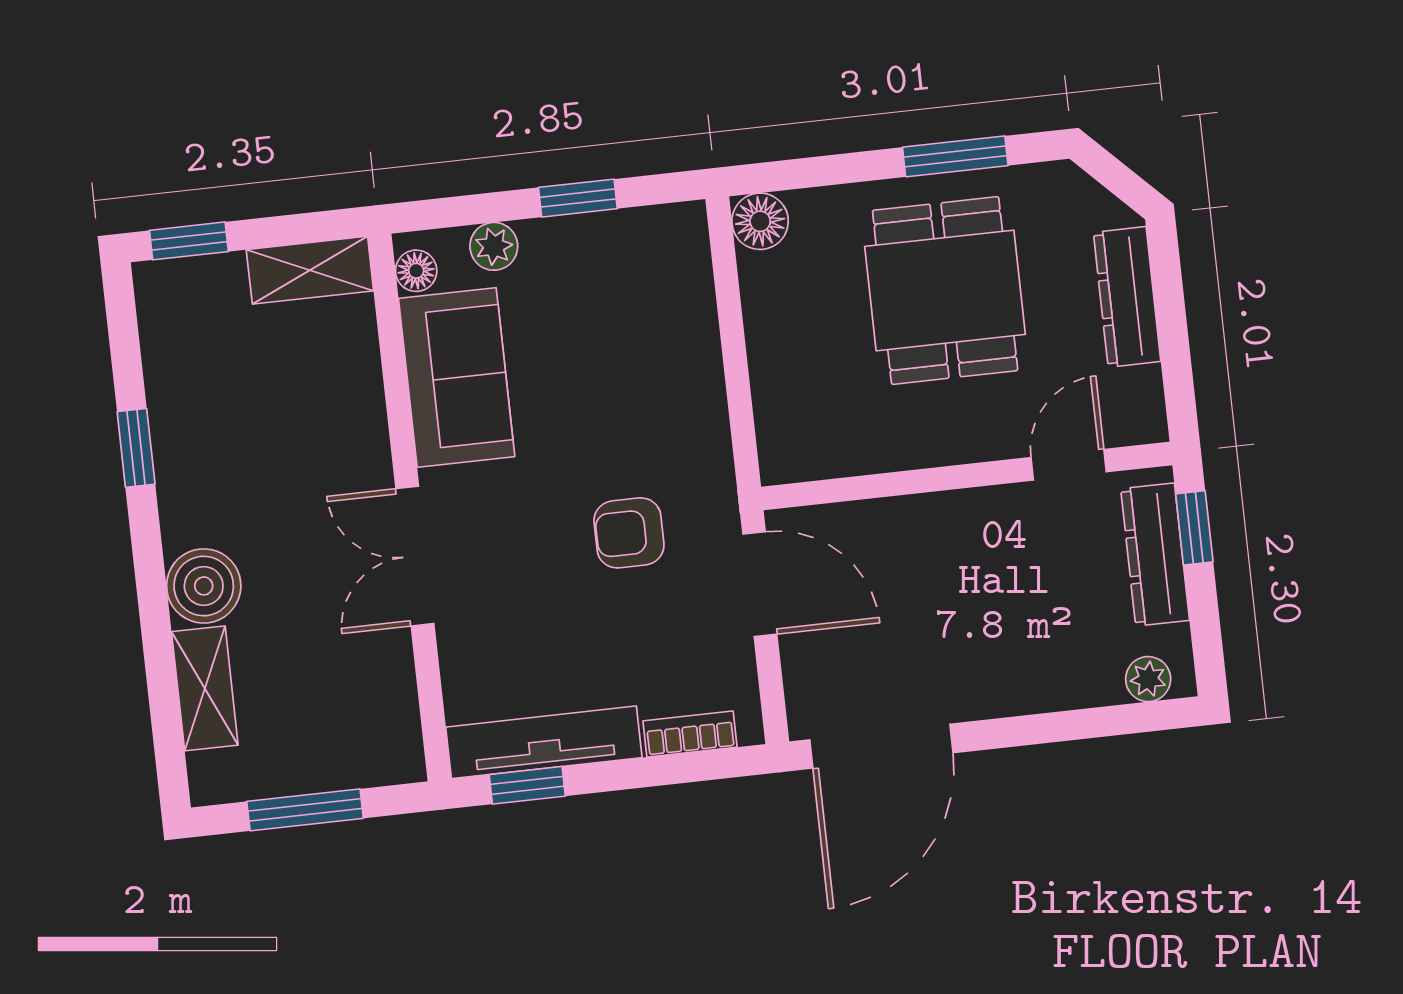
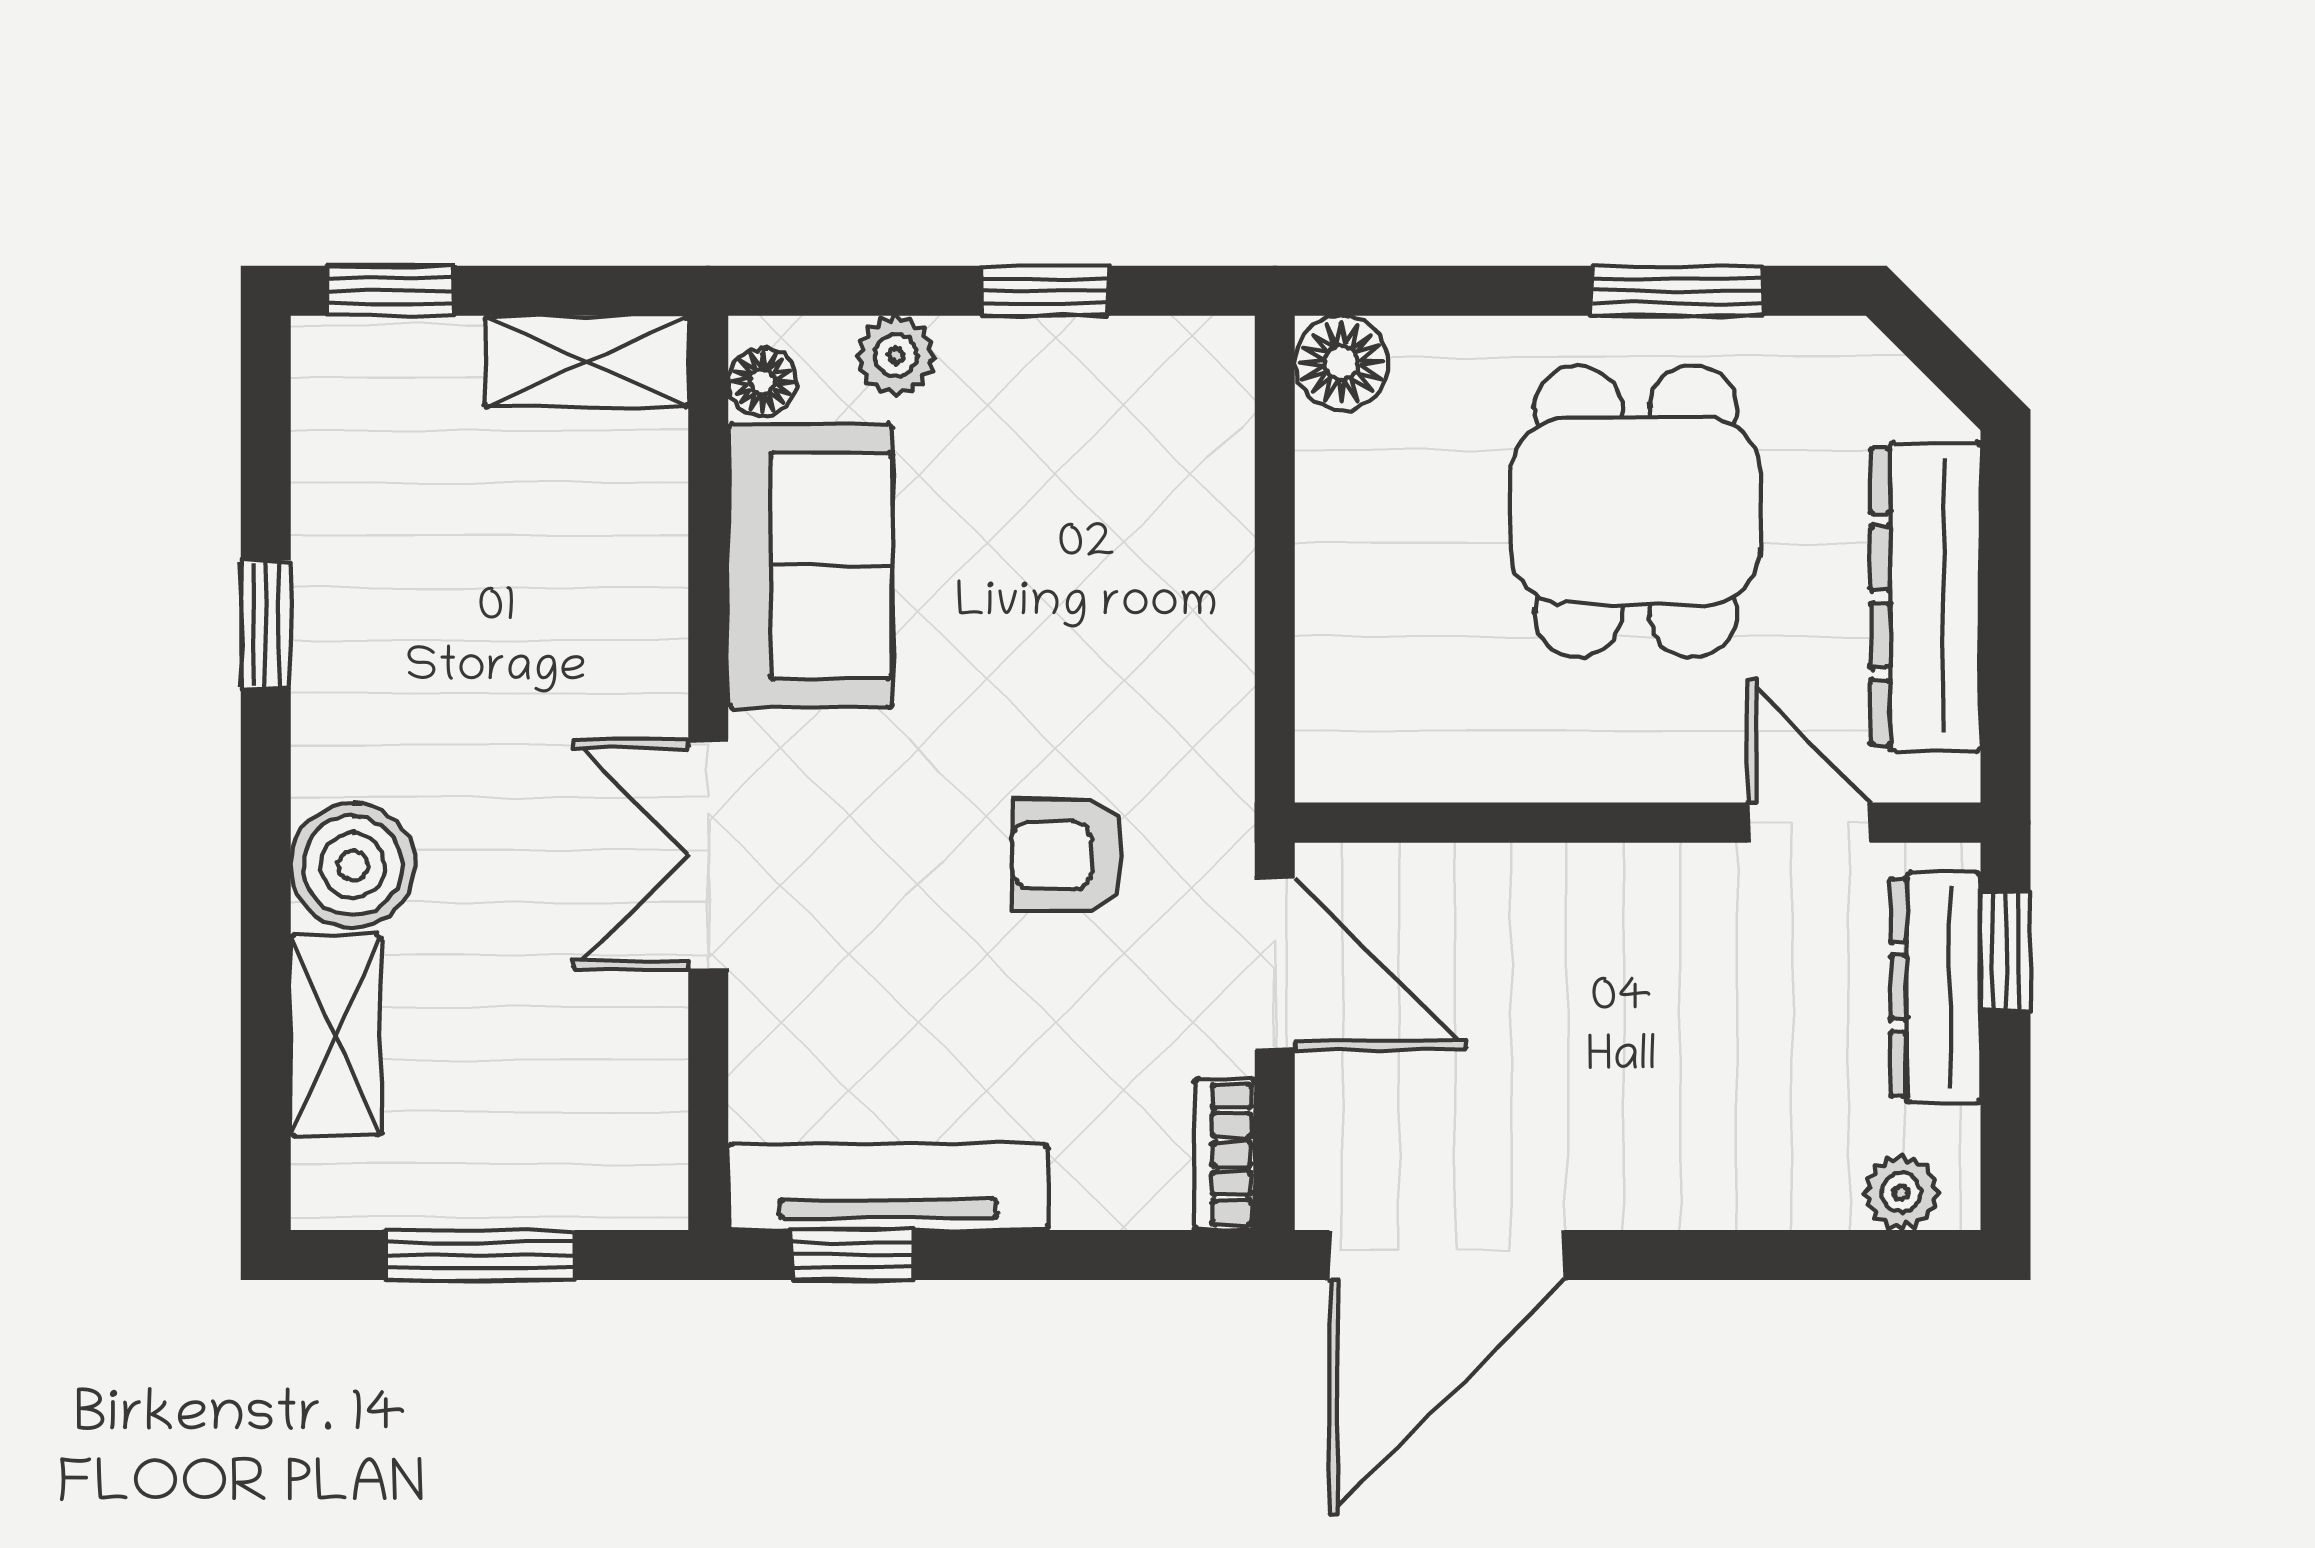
dresser: (1127, 297) -> (1925, 597), width x1.37, depth x1.24
door: (1069, 465) -> (1809, 823), hinge flipped
bookcase: (690, 734) -> (1225, 1154), moved, turned -90

